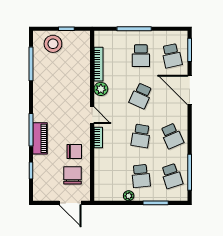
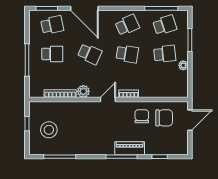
stool: (53, 44) -> (49, 130), moved
door: (190, 90) -> (84, 8), hinge flipped
chair: (72, 175) -> (164, 118), turned 180

